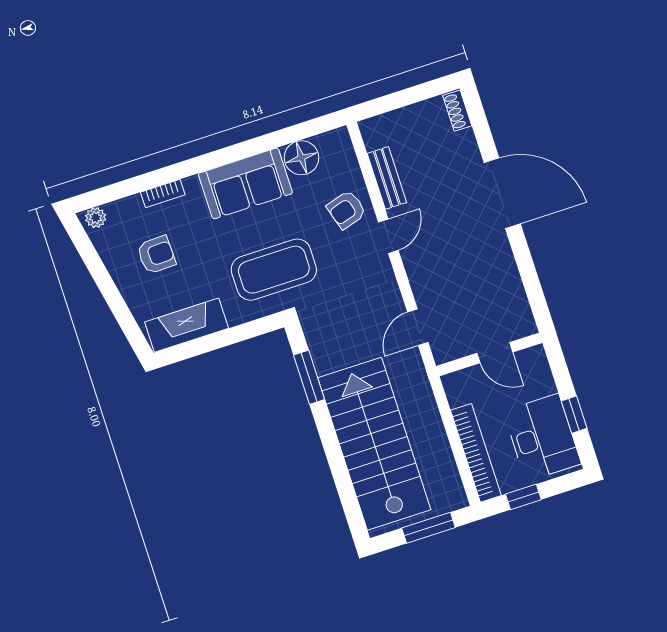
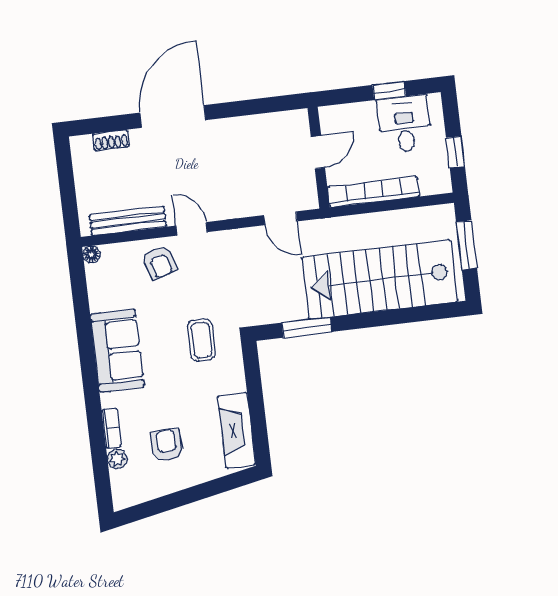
shoe rack: (457, 111) -> (111, 140), moved
floor lamp: (301, 158) -> (91, 254), moved, width x0.53, depth x0.53
bench: (387, 178) -> (128, 221), width x1.36
plant: (96, 218) -> (117, 459), moved
coffee table: (274, 270) -> (201, 340), width x0.54, depth x0.58
desk: (542, 437) -> (404, 124), width x0.73
bookcase: (476, 453) -> (373, 192), moved

